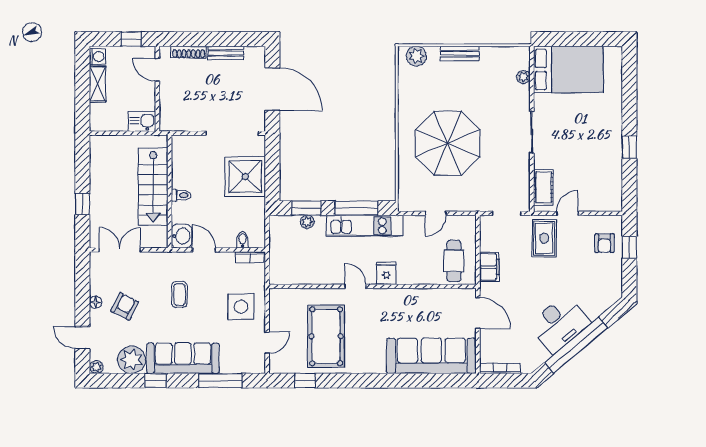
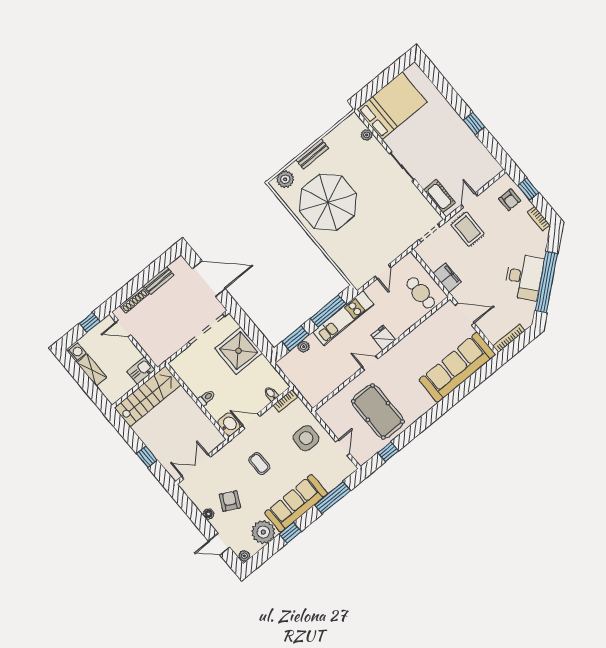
parasol: (448, 143) -> (328, 202), moved
stairs: (153, 186) -> (148, 396), moved, turned -90
bookcase: (617, 282) -> (539, 219), added

